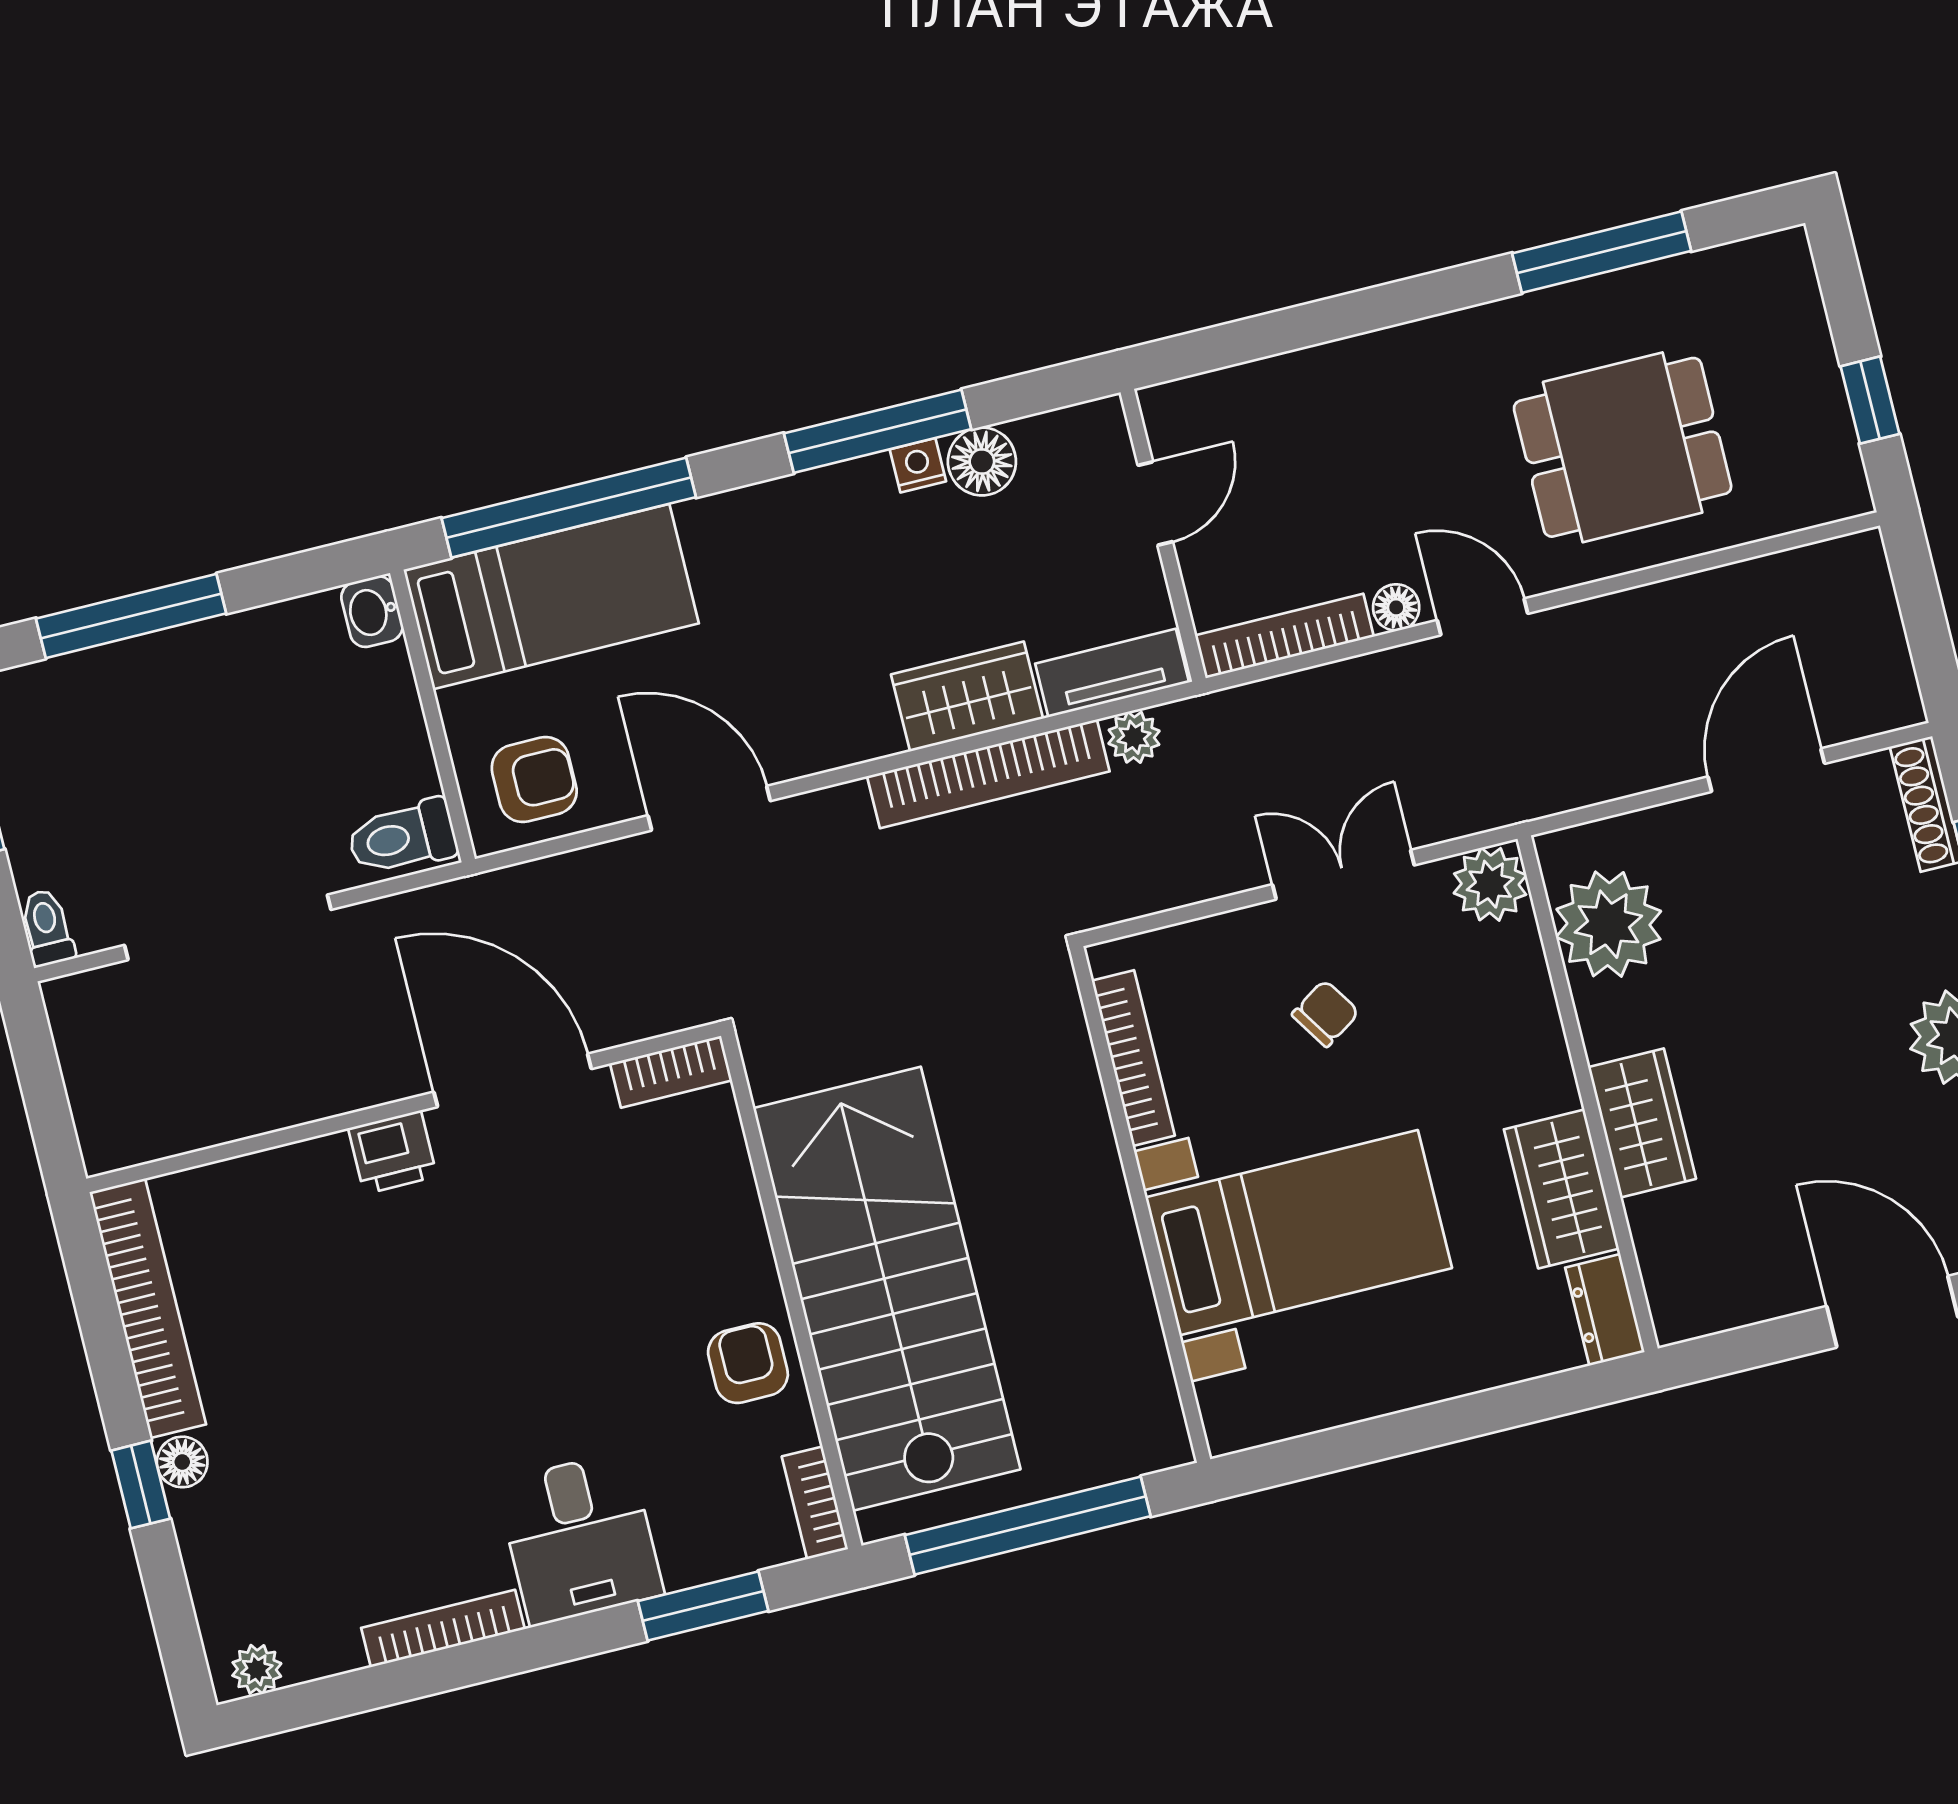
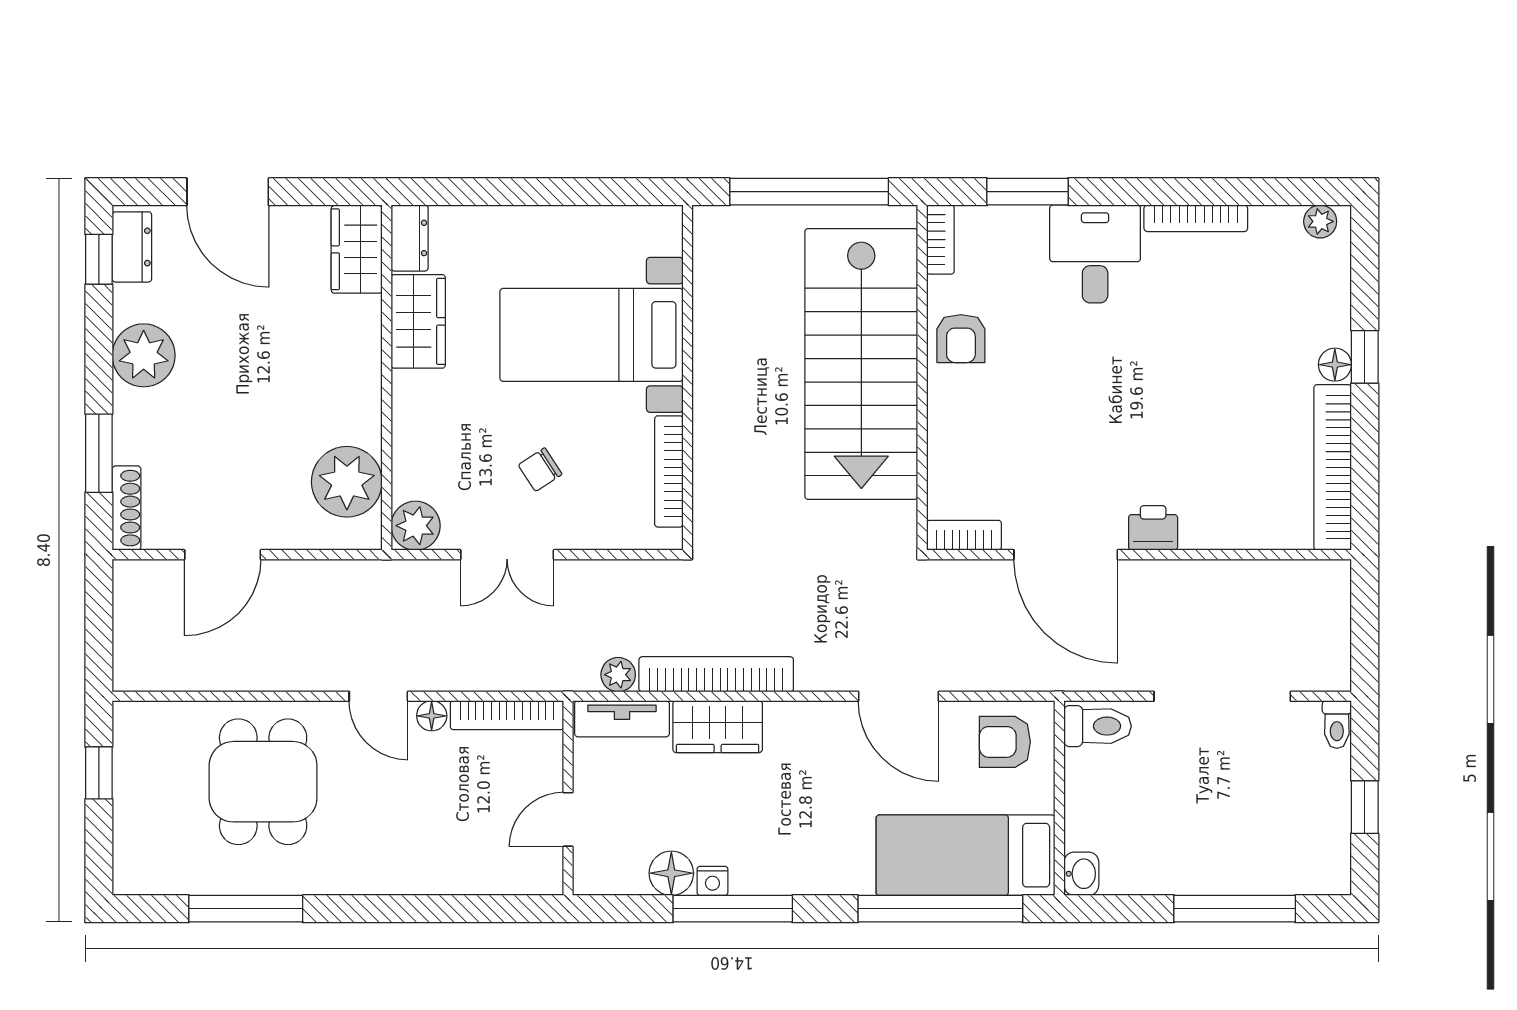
dining table: (1623, 447) -> (263, 782), turned 90
wardrobe: (1642, 1123) -> (357, 249), moved

